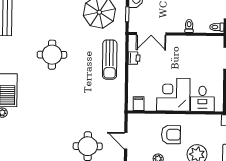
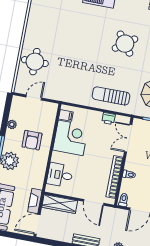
bookcase: (194, 41) -> (115, 177), added
round table: (52, 55) -> (125, 44), turned -36
corner desk: (173, 95) -> (71, 138), moved

